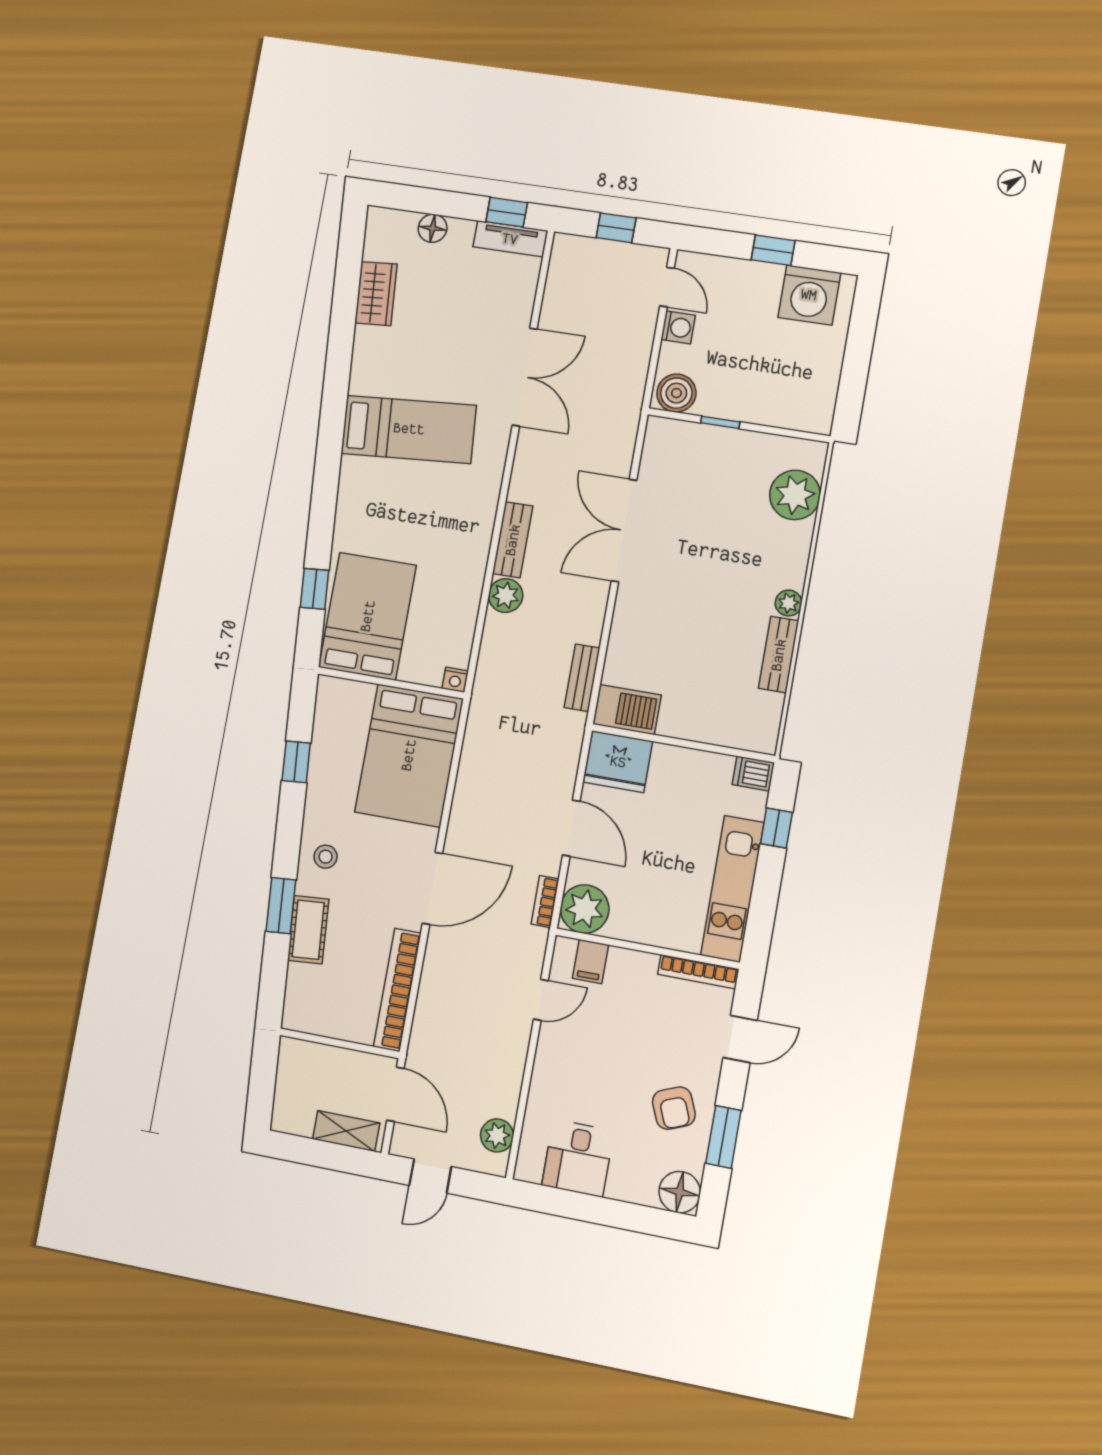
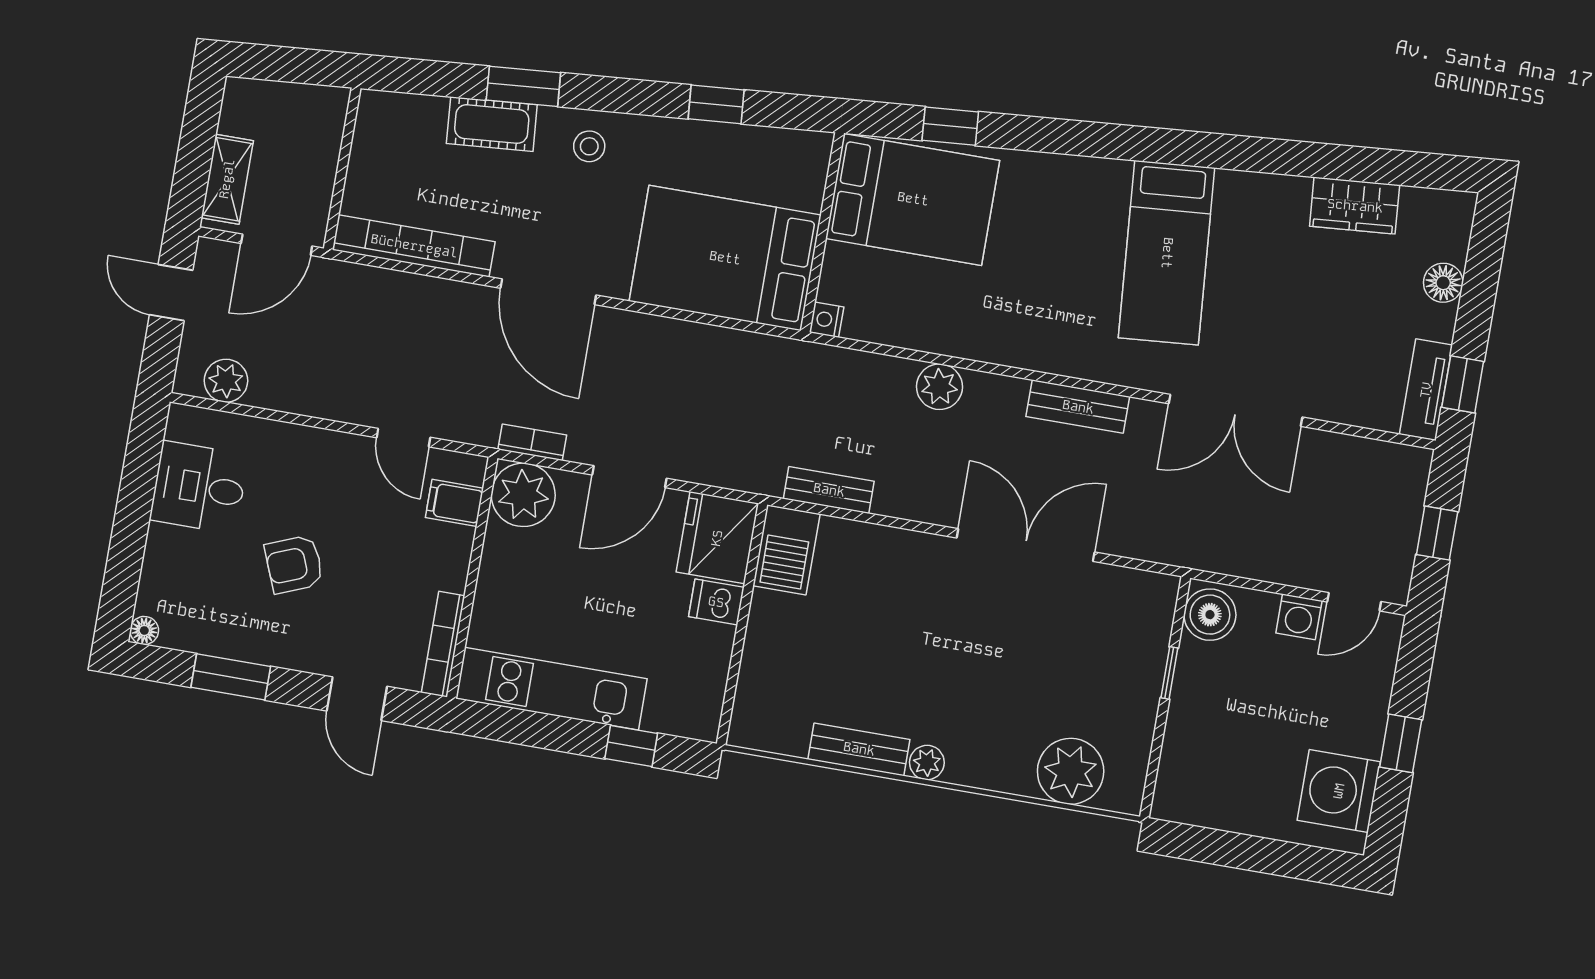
bench: (513, 540) -> (1078, 407), moved
dishwasher: (753, 774) -> (716, 602), moved, turned -90
armchair: (674, 1108) -> (294, 564), moved
floor lamp: (680, 1192) -> (144, 630), width x0.53, depth x0.53

